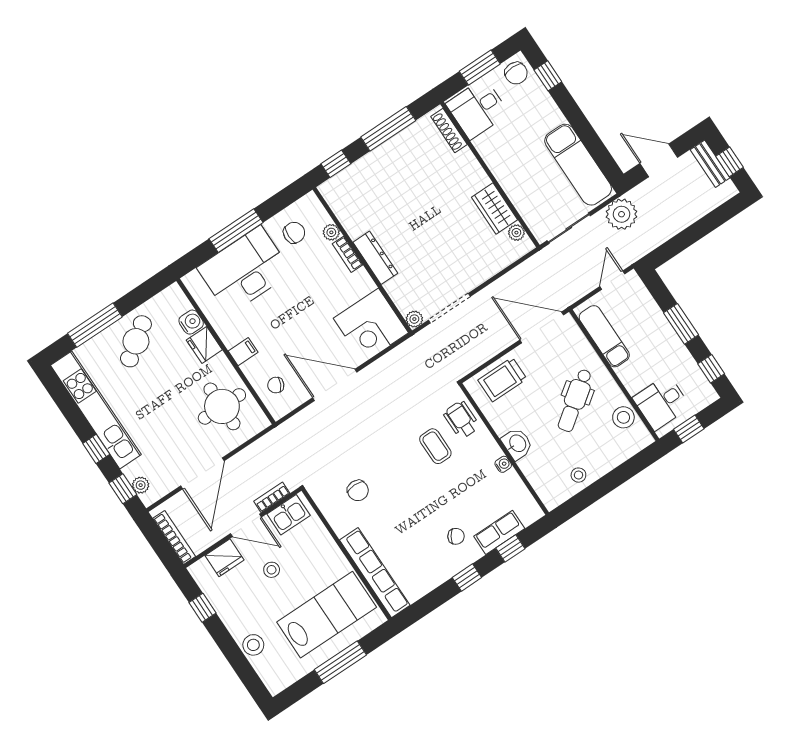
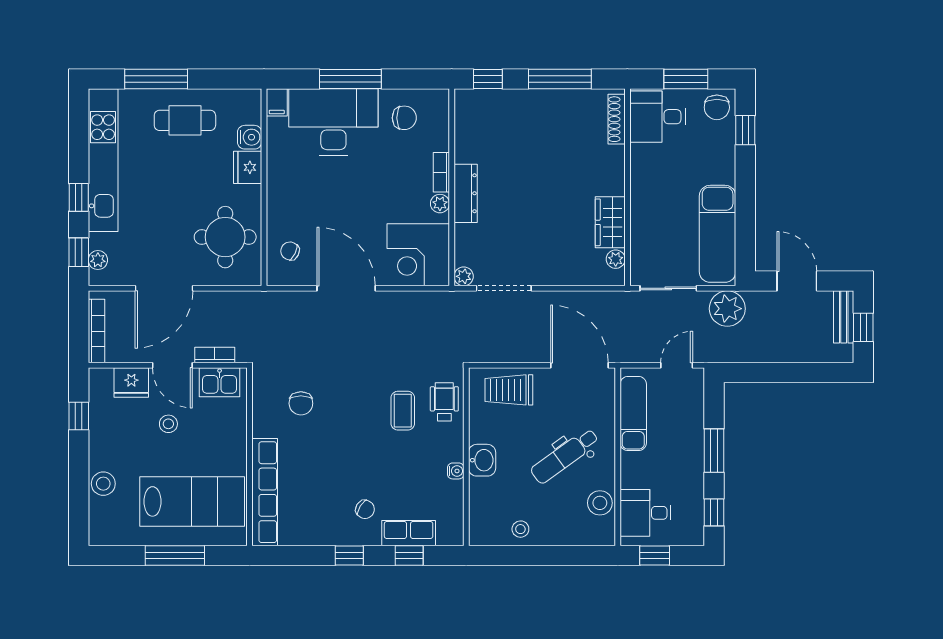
plant: (331, 232) -> (440, 204), moved
cafe table: (136, 341) -> (185, 120), turned 36
filing cabinet: (243, 352) -> (277, 102), moved, turned 90

